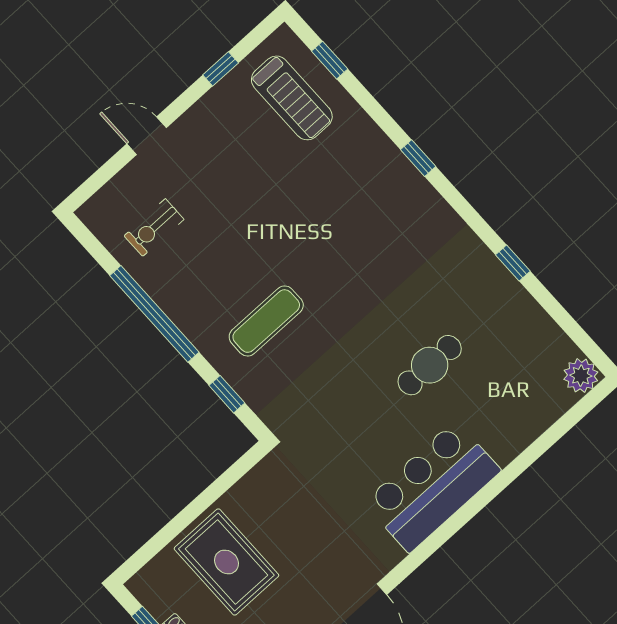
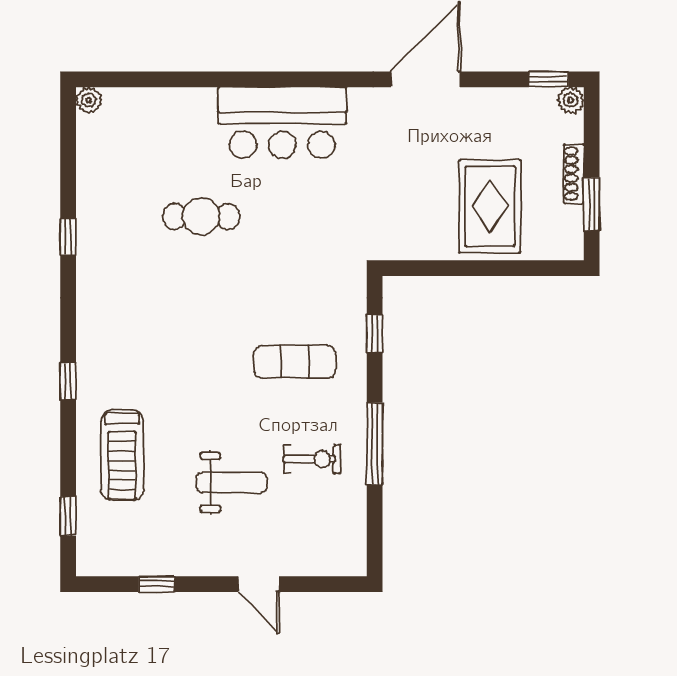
treadmill: (292, 98) -> (122, 455), moved, turned 180
weight bench: (233, 192) -> (232, 482), added
exercise bike: (154, 228) -> (312, 459), moved
window: (154, 314) -> (375, 444), width x0.68
plant: (581, 376) -> (89, 100), width x0.73, depth x0.73

